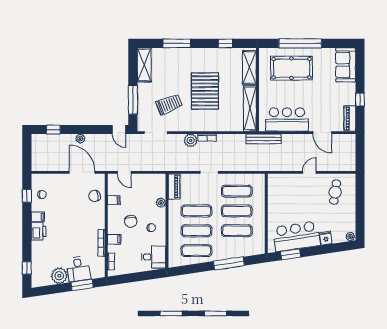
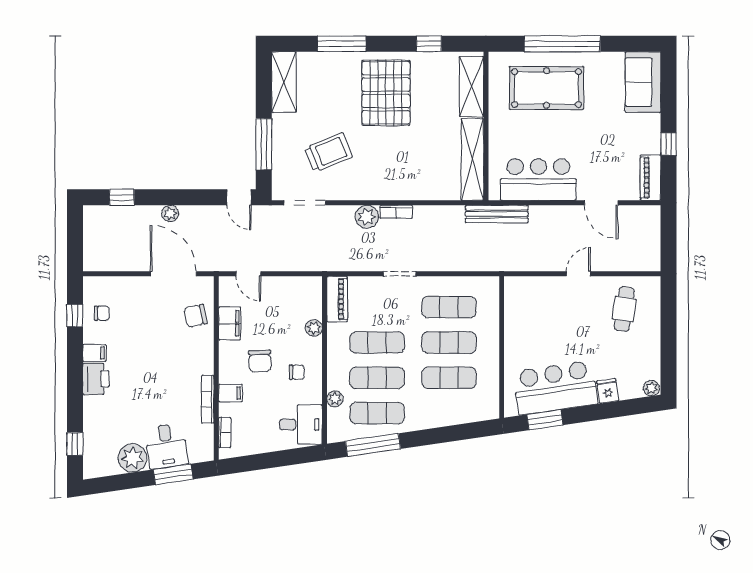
pallet: (205, 91) -> (386, 93), moved
filing cabinet: (114, 200) -> (230, 323), width x2.00
plant: (173, 243) -> (335, 399), added
window: (229, 263) -> (373, 445), moved

